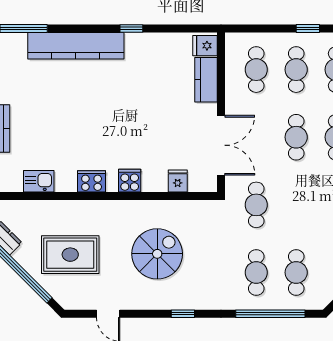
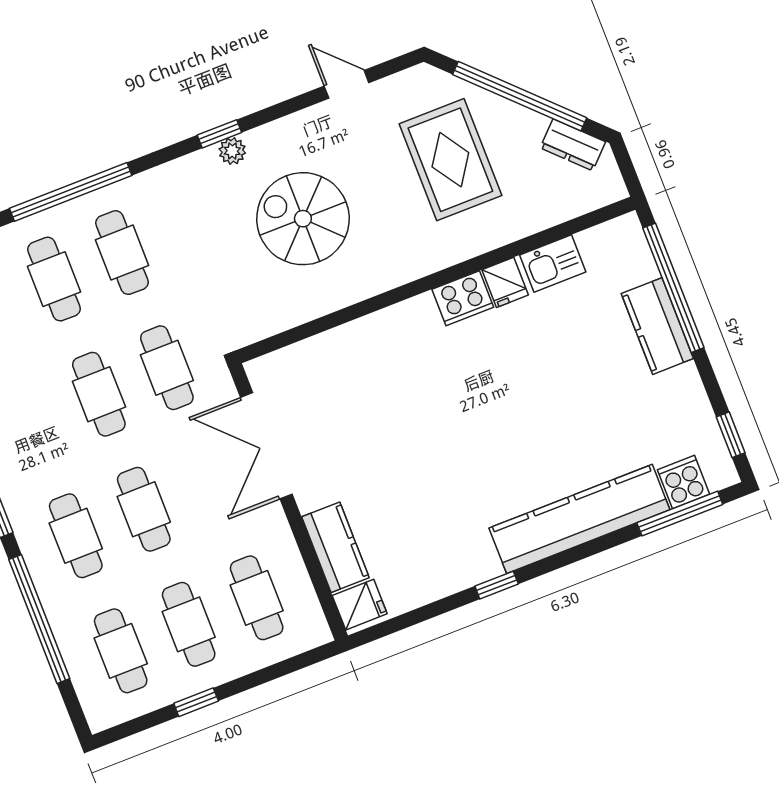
cooker: (130, 181) -> (683, 482), moved, turned 180
fridge: (178, 181) -> (505, 282), moved
cafe table: (296, 205) -> (99, 394), added
spiral stairs: (157, 254) -> (303, 219), turned 90
rug: (70, 255) -> (450, 160), turned 90
plant: (180, 302) -> (232, 151), added

